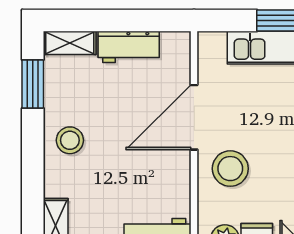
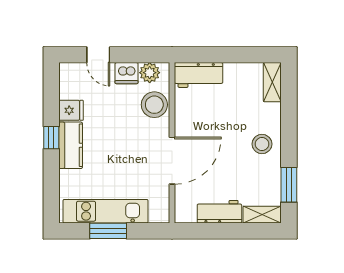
stool: (230, 169) -> (154, 105), moved

